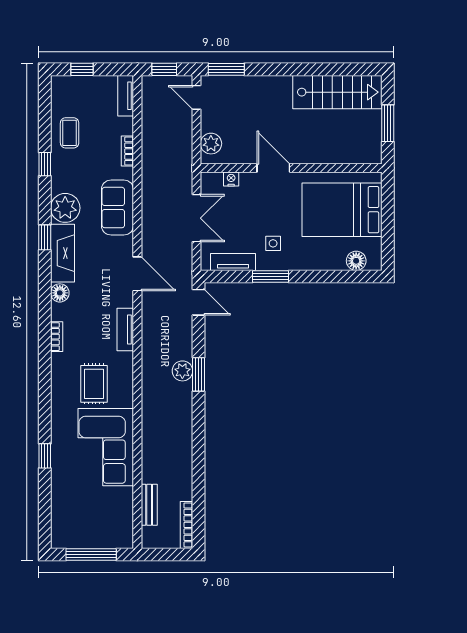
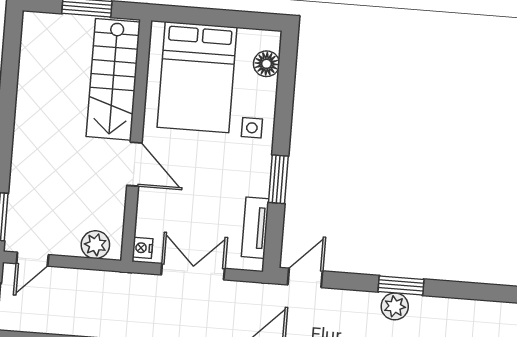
stairs: (337, 92) -> (113, 79), moved, turned 180
door: (273, 168) -> (134, 164), swing flipped
nightstand: (231, 179) -> (143, 248), moved
side table: (273, 243) -> (252, 128), moved

